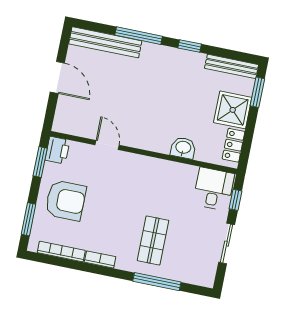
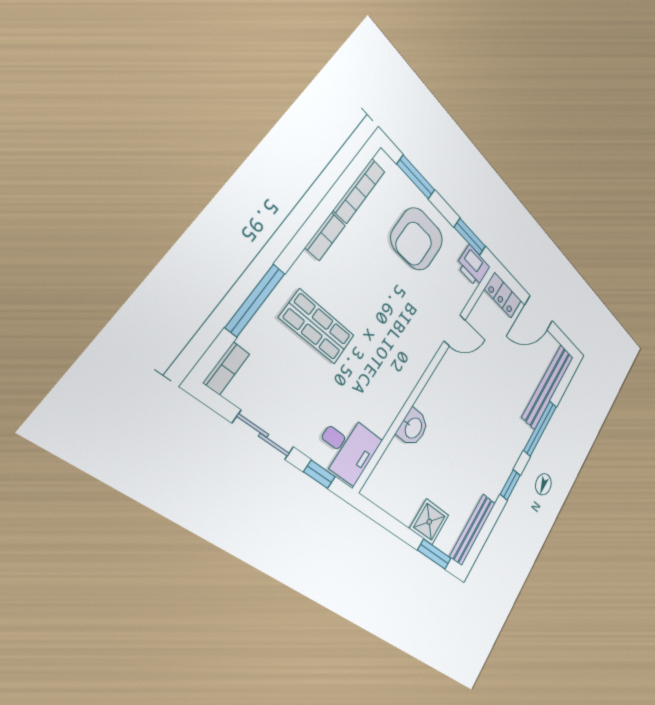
shower: (233, 110) -> (429, 522), width x0.73, depth x0.73
locker: (233, 145) -> (503, 295), moved, turned 180
bookcase: (200, 280) -> (227, 368), added

